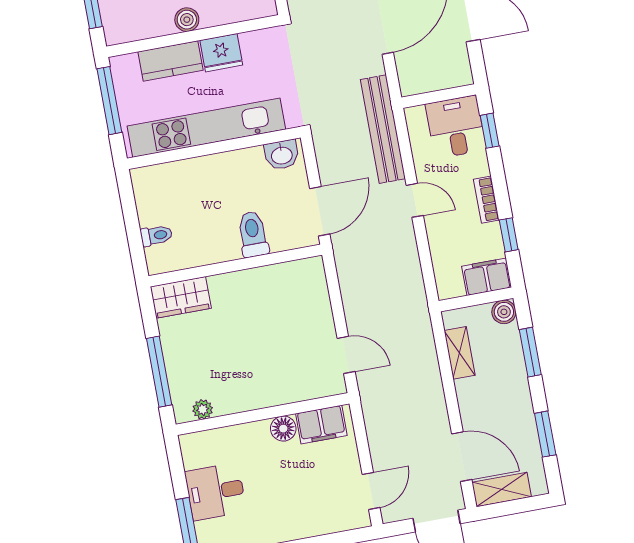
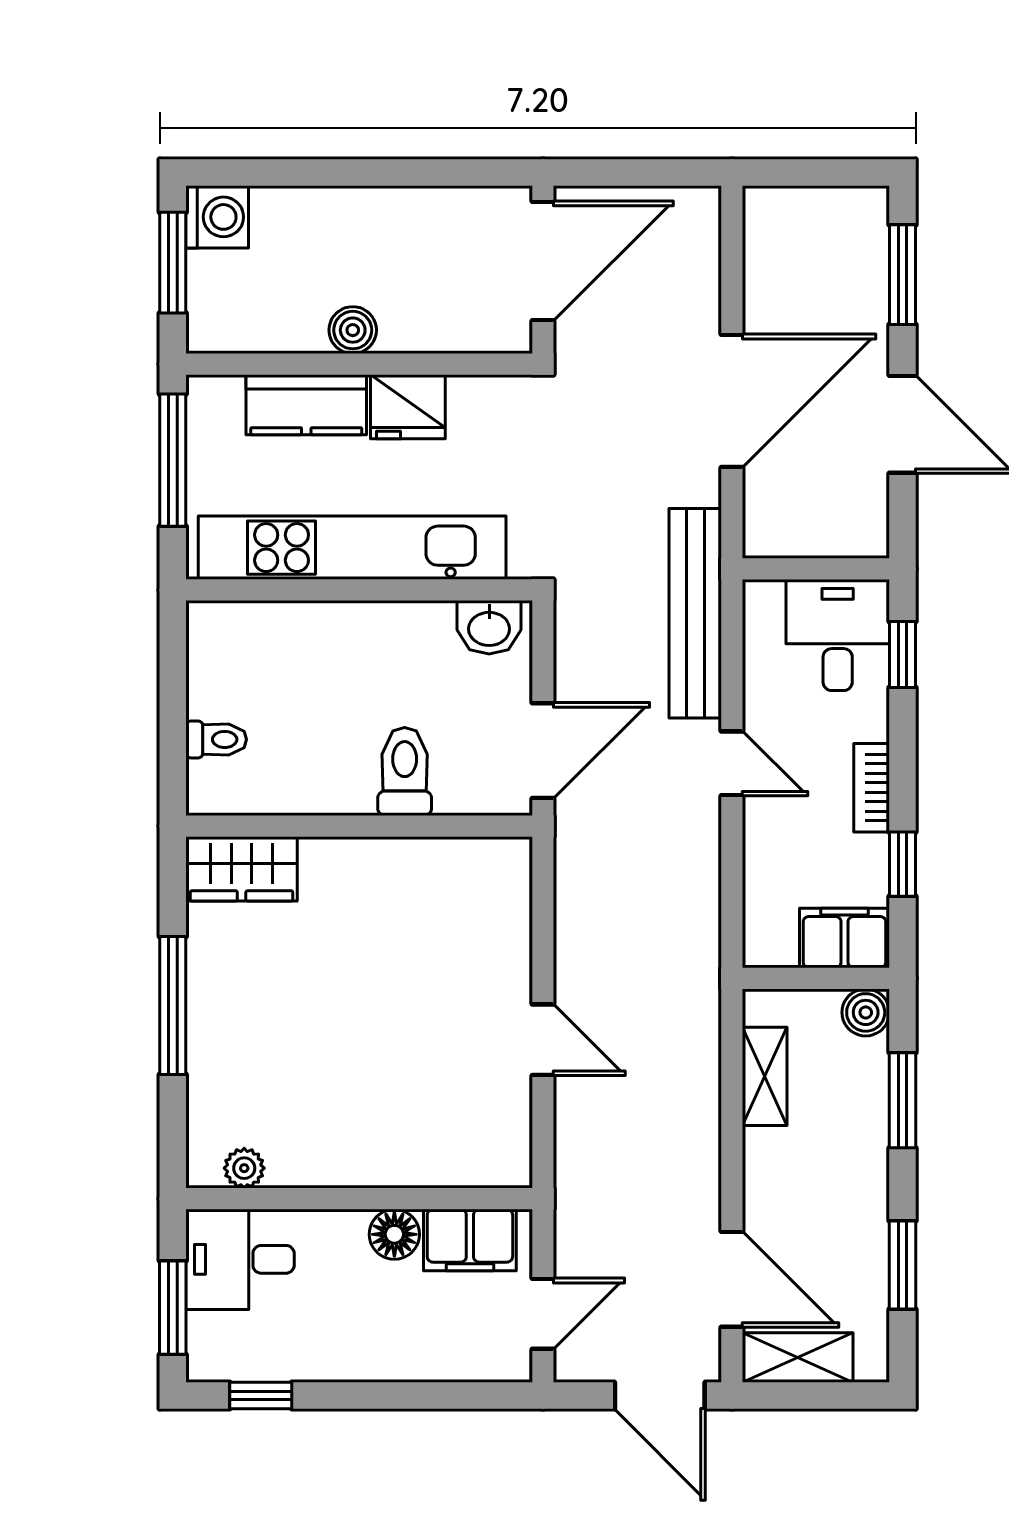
plant: (203, 409) -> (244, 1168), moved
wall: (263, 414) -> (359, 1199), moved
filing cabinet: (321, 425) -> (470, 1240), moved
floor lamp: (283, 429) -> (394, 1234), moved

